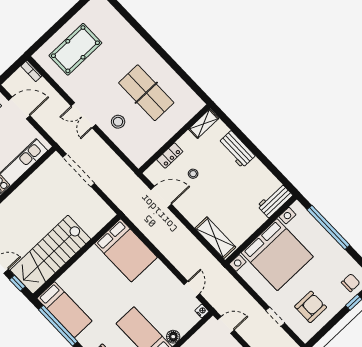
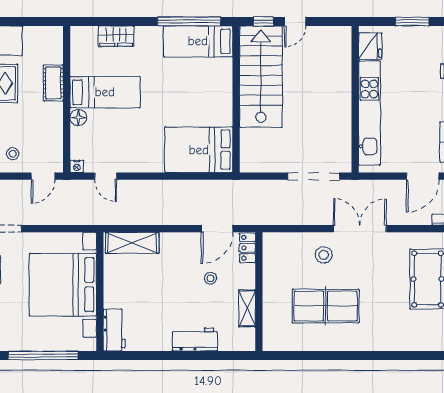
double door: (83, 115) -> (360, 229), width x1.37
shelving: (204, 124) -> (247, 308), moved
locker: (170, 156) -> (248, 248), moved

